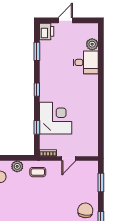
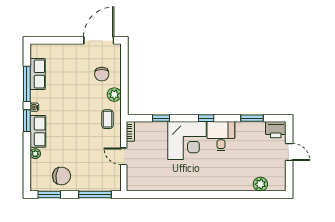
desk: (86, 62) -> (221, 136), moved, turned 180
corner desk: (56, 118) -> (187, 141), moved
window: (101, 182) -> (95, 194), width x1.44

